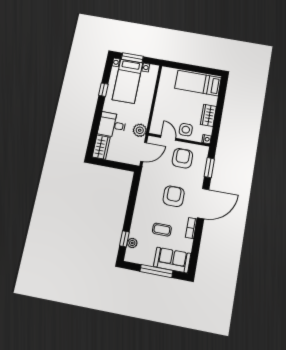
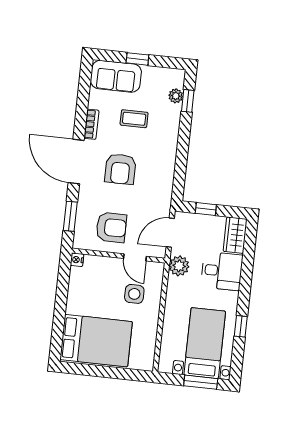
bed: (198, 83) -> (96, 341), width x1.50
wardrobe: (208, 115) -> (76, 297), removed
side table: (186, 130) -> (134, 294), moved
armchair: (182, 158) -> (111, 227), turned -90
window: (119, 165) -> (206, 209), added
door: (203, 204) -> (76, 162), hinge flipped
window: (156, 271) -> (137, 59), width x0.46

